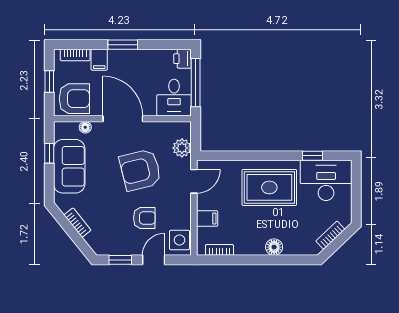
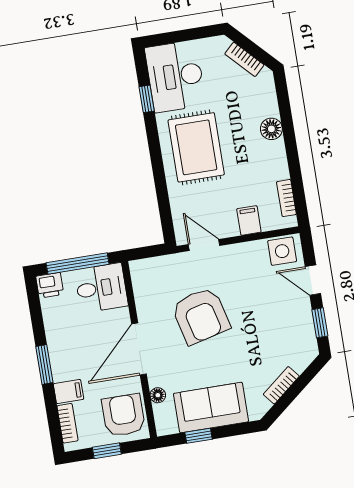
plant: (182, 148) -> (164, 267), removed
armchair: (144, 218) -> (261, 301), removed

